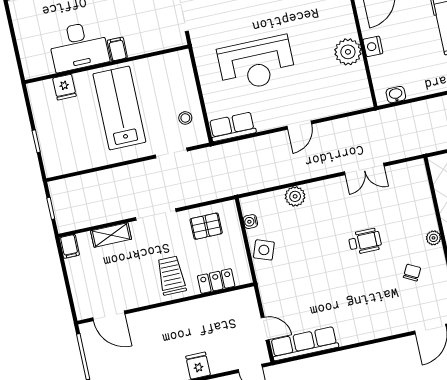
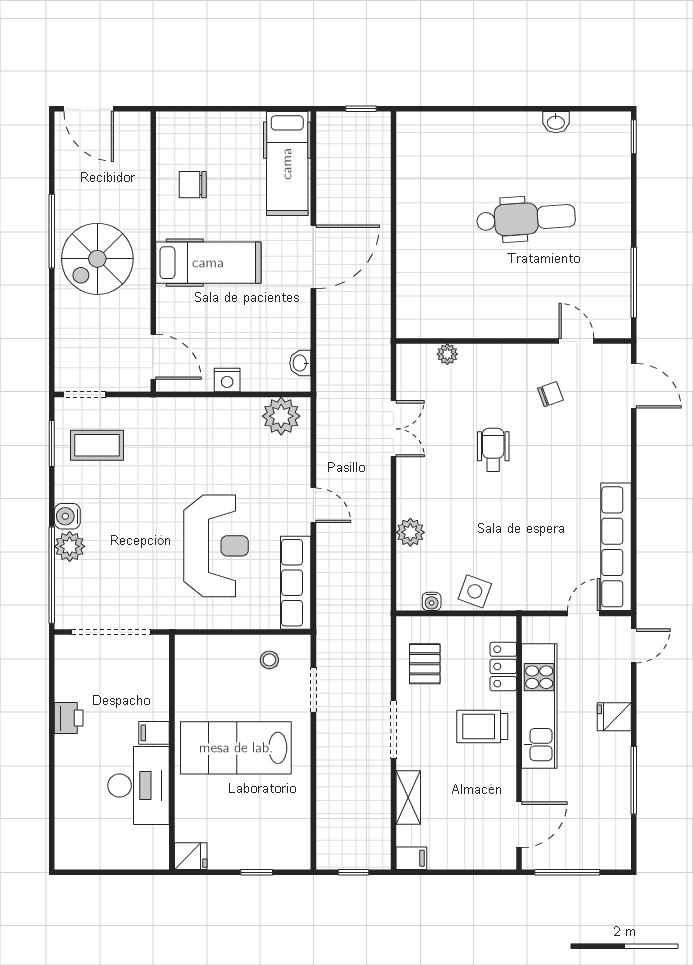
plant: (348, 52) -> (281, 416), moved
fridge: (64, 87) -> (191, 856), moved
row of seats: (232, 127) -> (296, 583), width x1.48
plant: (433, 238) -> (447, 354), moved
chair: (412, 273) -> (550, 394), turned 132
kitchen unit: (194, 312) -> (539, 706), added
row of seats: (304, 344) -> (616, 547), width x1.36

